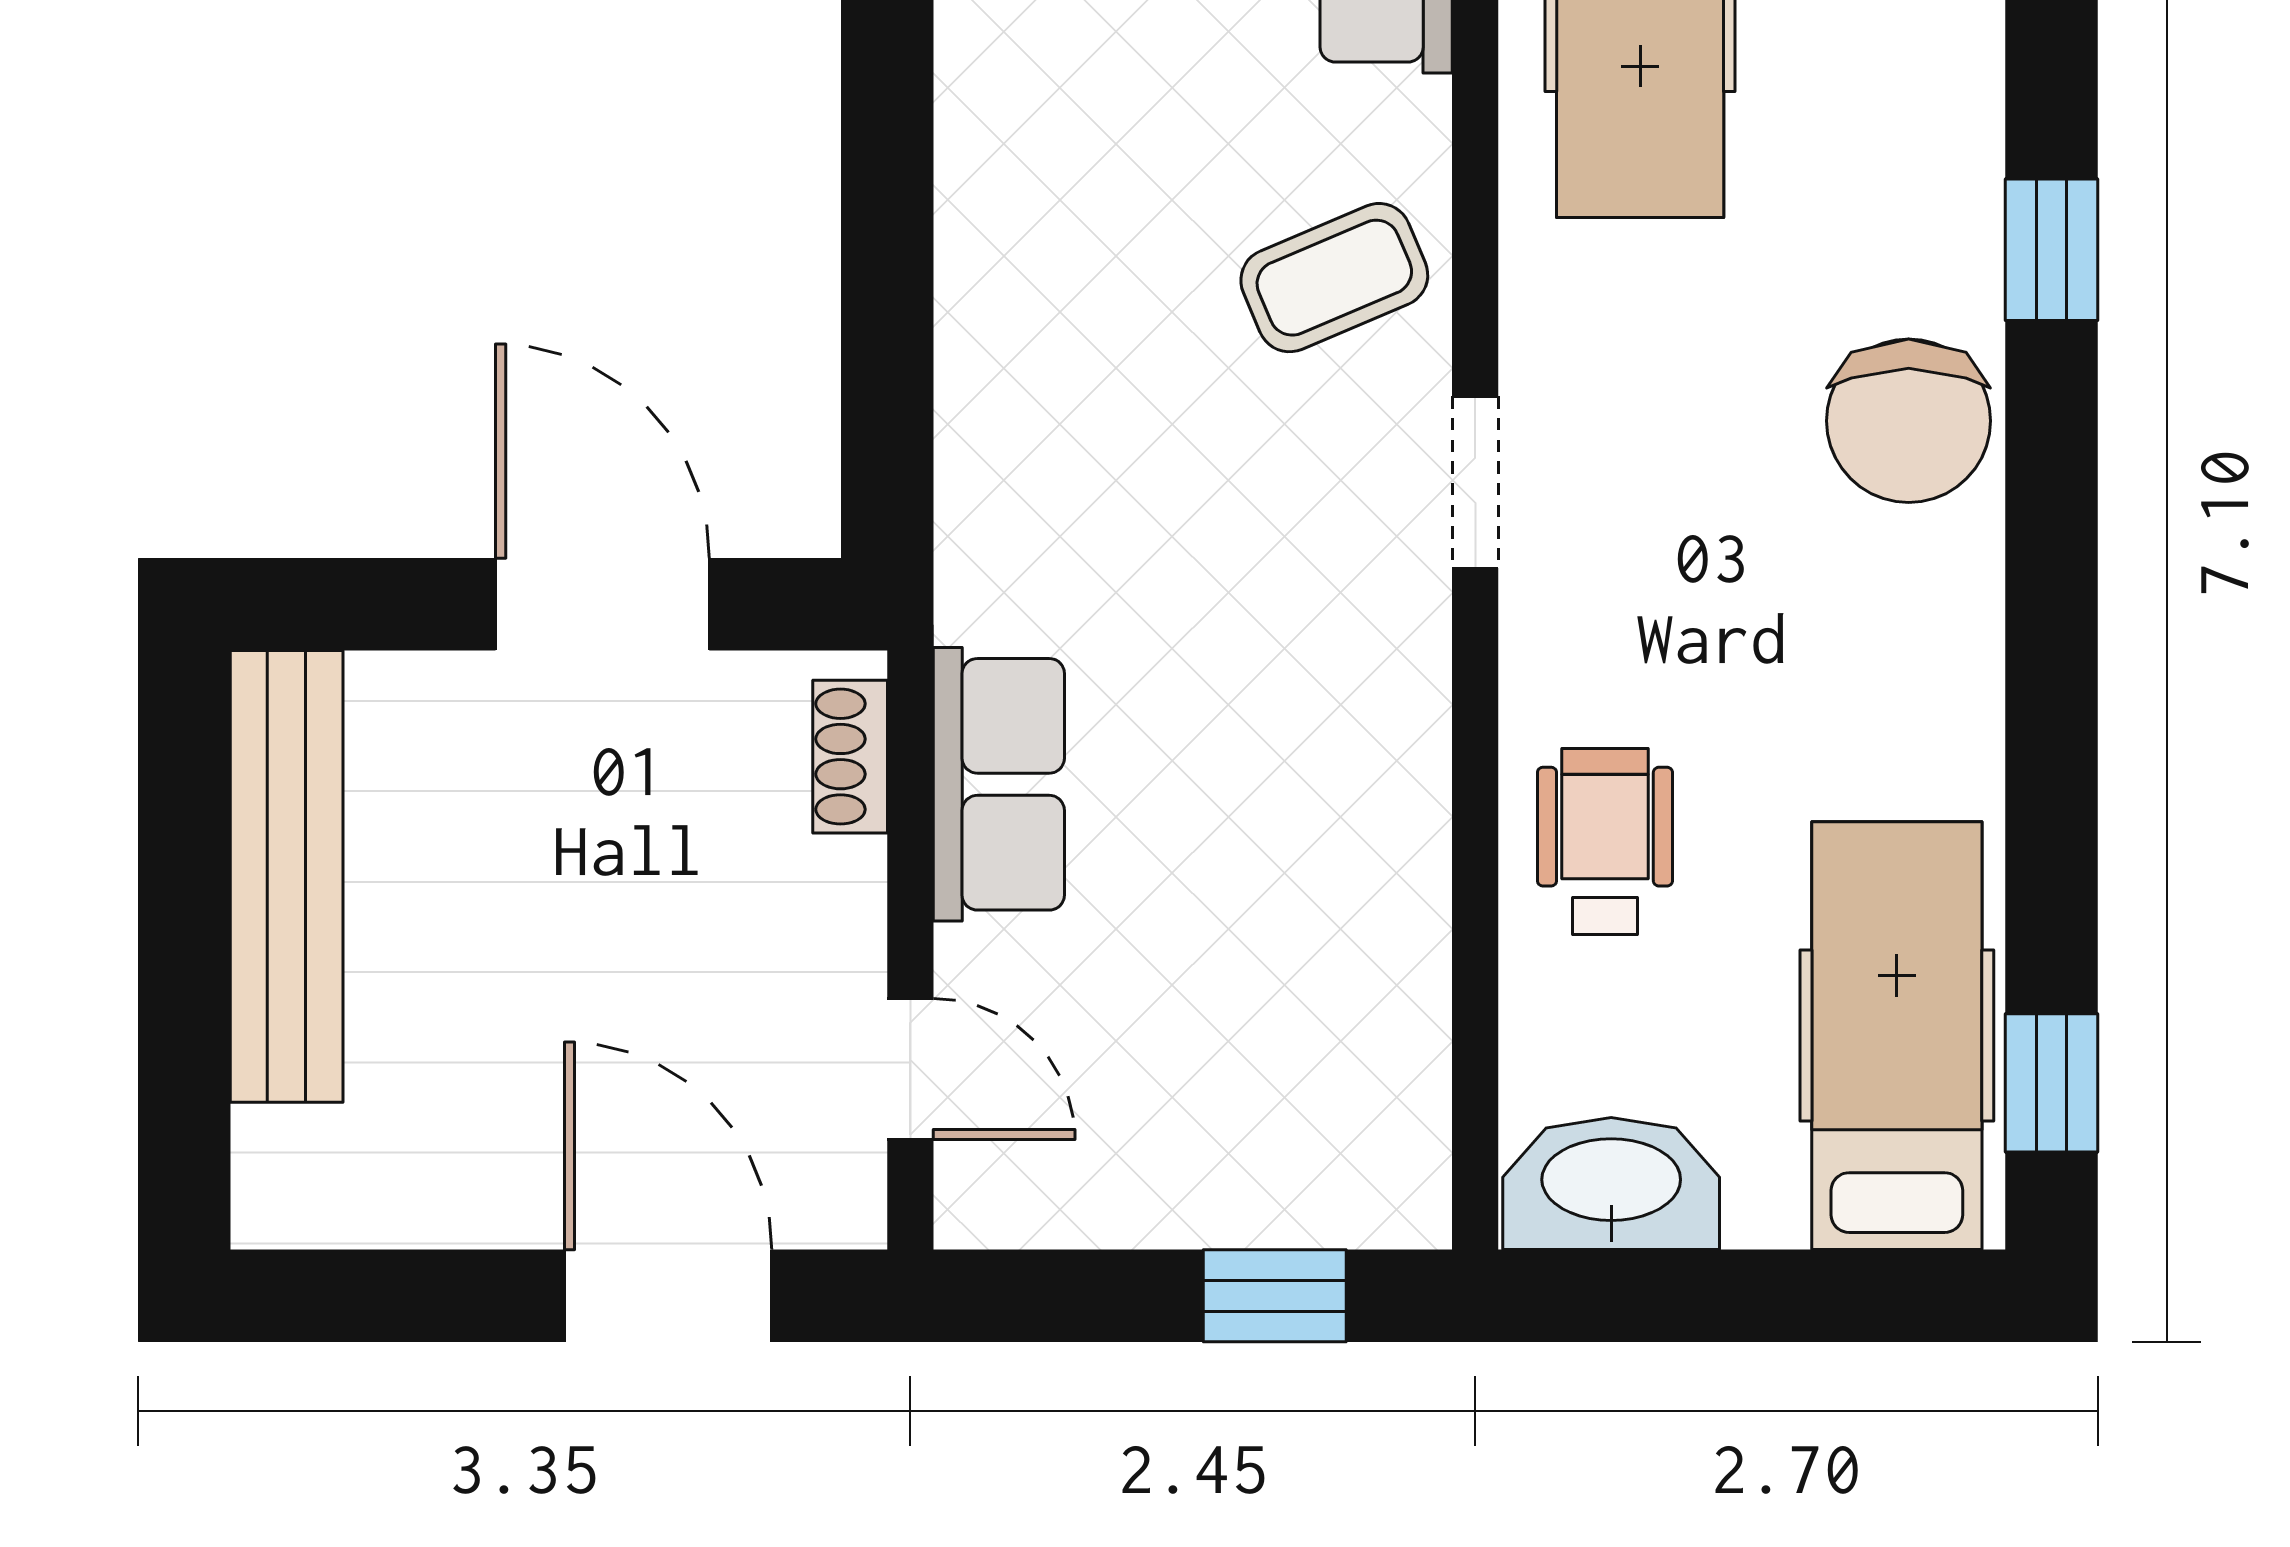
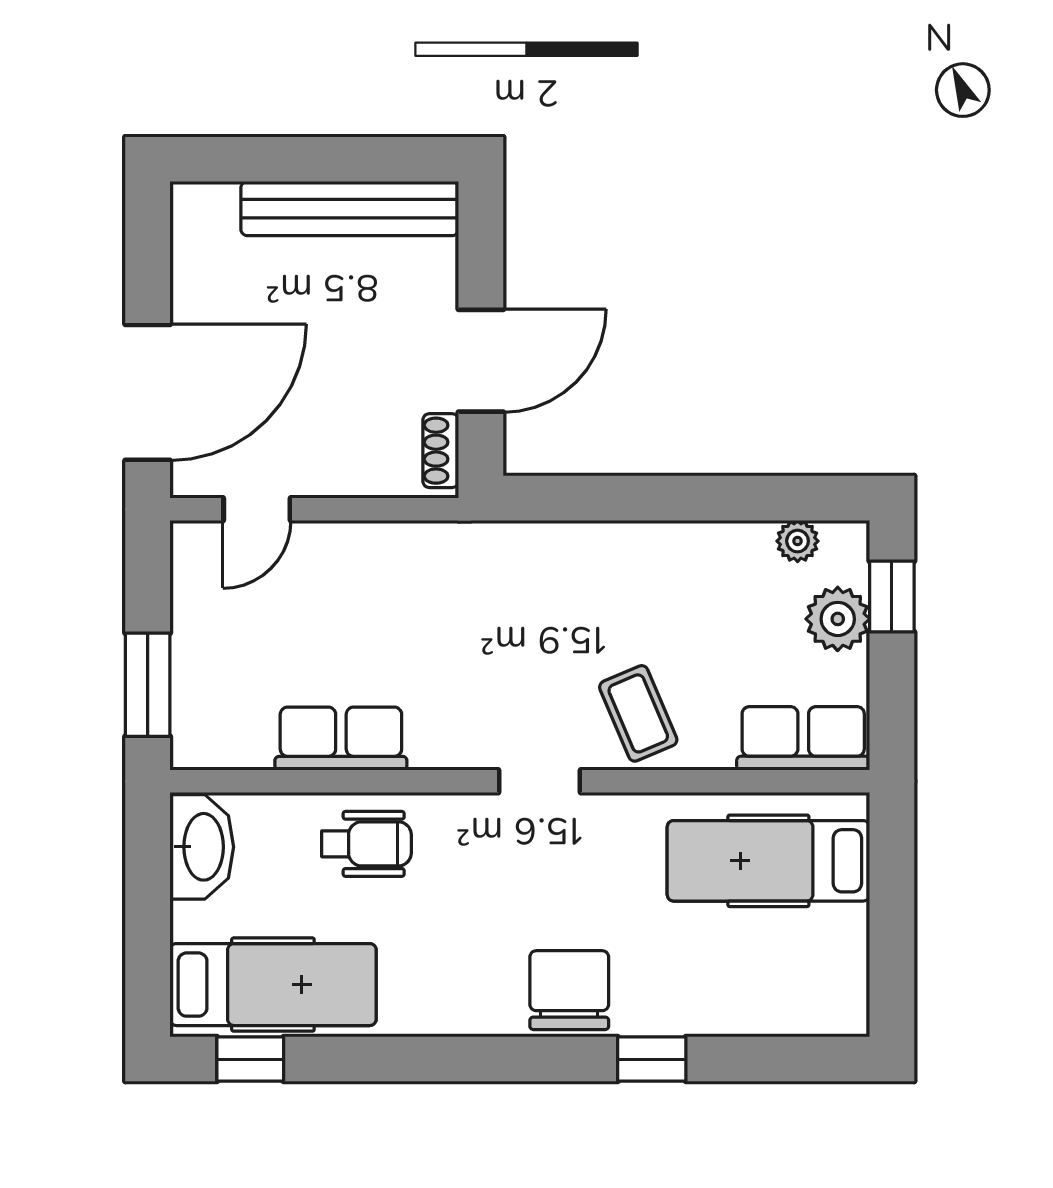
chair: (1909, 421) -> (569, 990), turned 90
shoe rack: (850, 757) -> (441, 451), moved, turned -90
row of seats: (999, 784) -> (341, 739), moved, turned 180
door: (668, 1296) -> (148, 392), width x1.36
window: (1275, 1296) -> (148, 685), width x1.50

